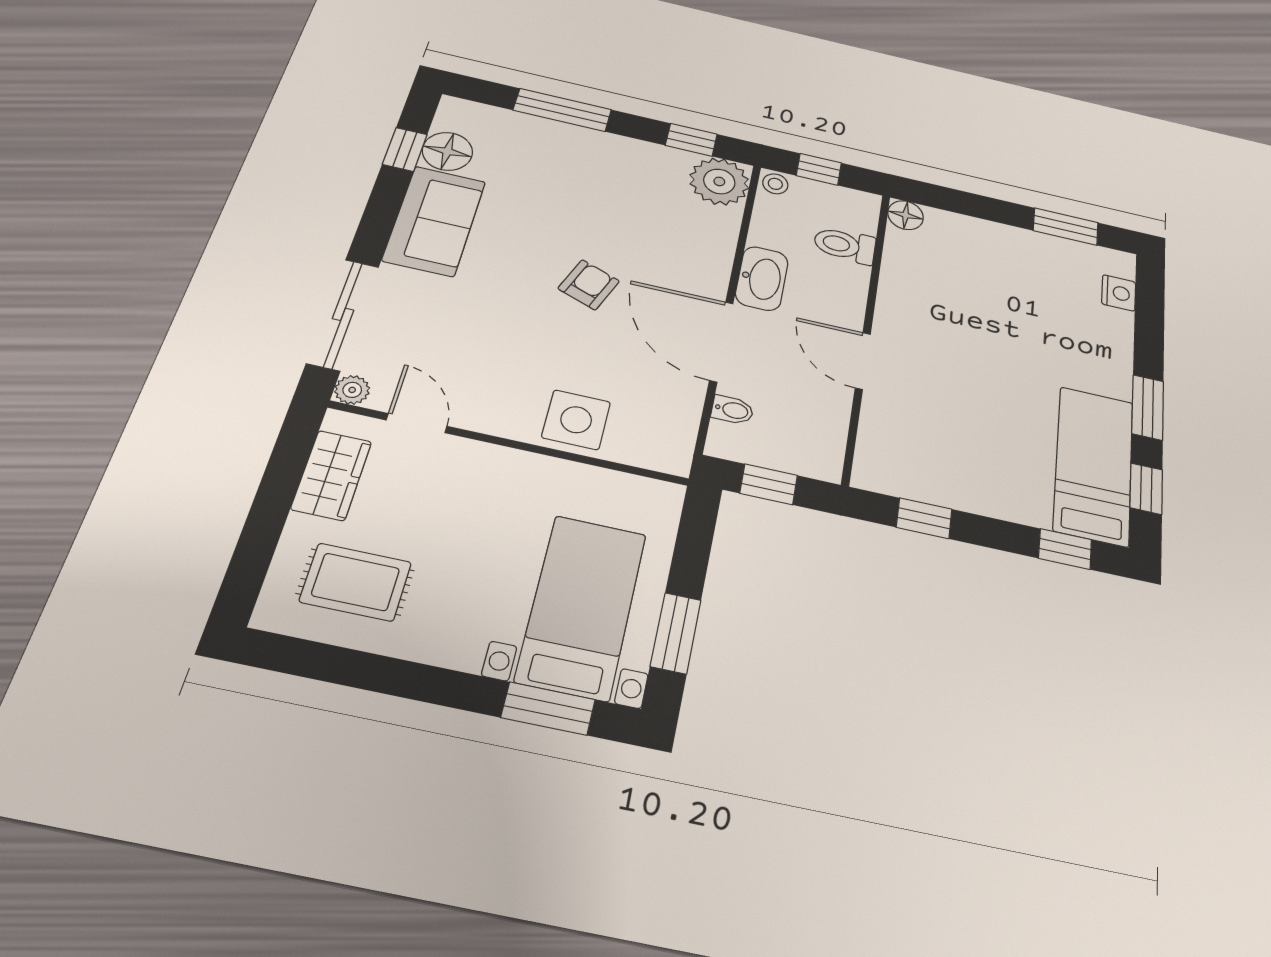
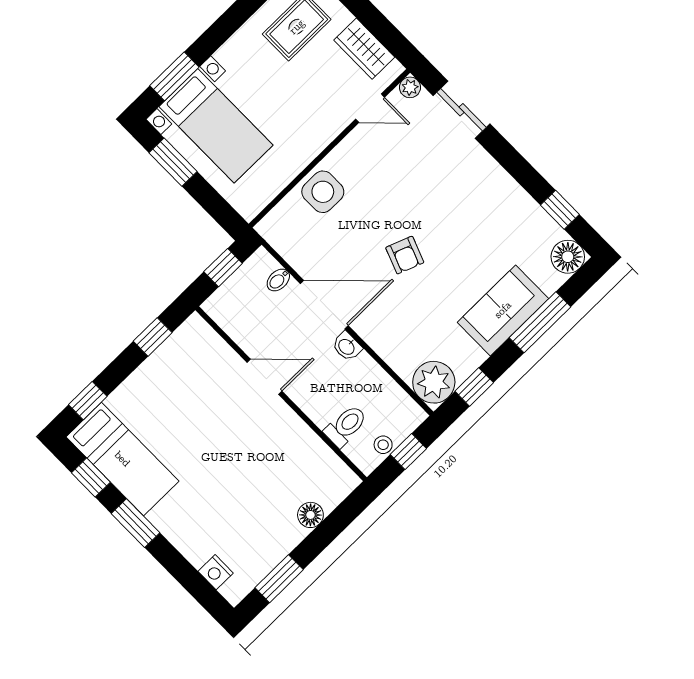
floor lamp: (447, 151) -> (568, 257), moved
stool: (775, 184) -> (383, 445), moved
floor lamp: (906, 215) -> (310, 515), moved
sofa: (434, 221) -> (503, 310), moved, turned 90
washbasin: (762, 278) -> (347, 346), width x0.52, depth x0.69
sliding door: (343, 314) -> (462, 110), width x0.73

